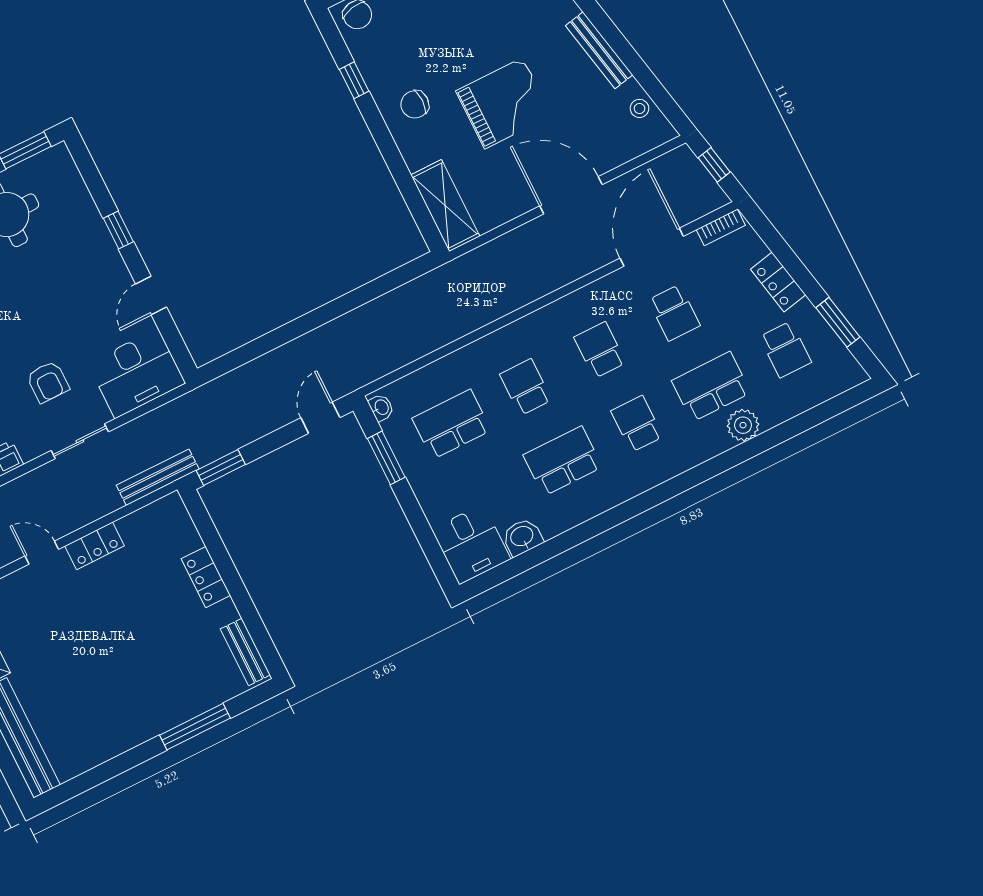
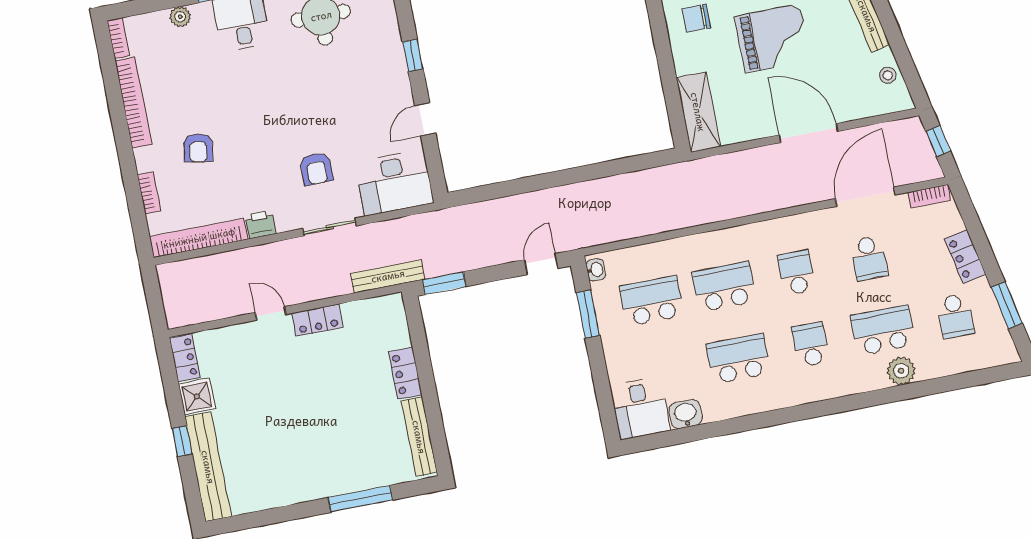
school desk: (526, 387) -> (724, 287), width x1.85
bench: (245, 652) -> (419, 437), width x1.36

